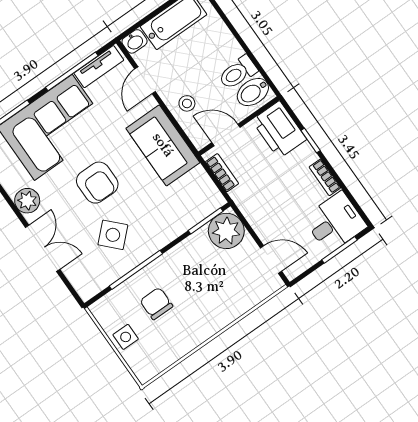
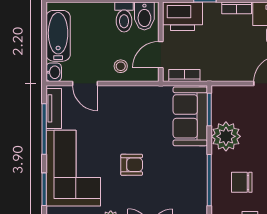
sofa: (163, 145) -> (190, 116), moved, turned 90
armchair: (97, 183) -> (132, 165), width x0.72, depth x0.72
plant: (226, 231) -> (226, 136), moved
side table: (113, 235) -> (175, 179), removed

